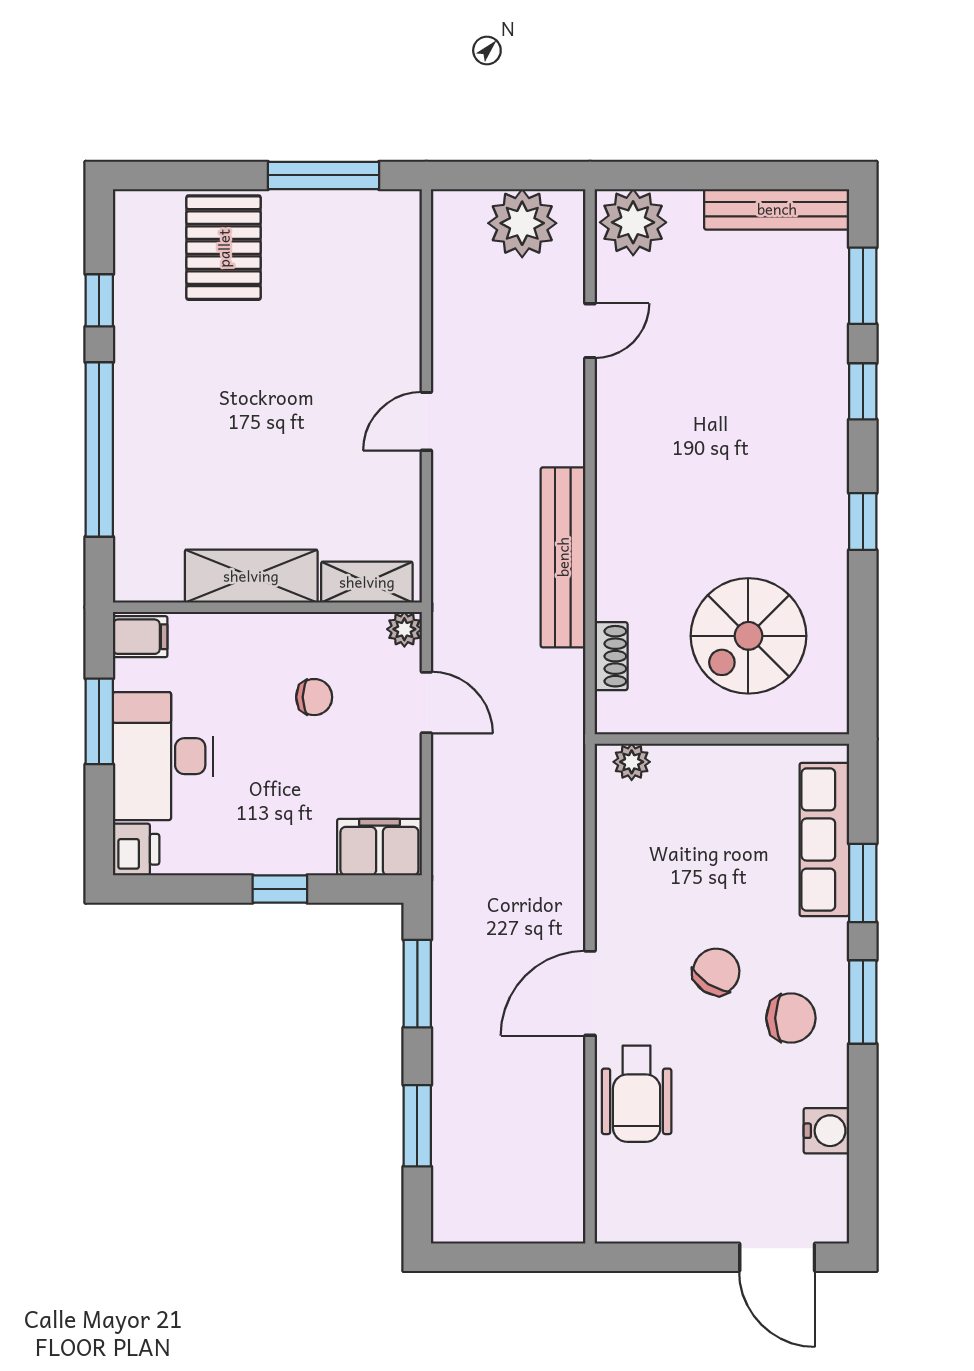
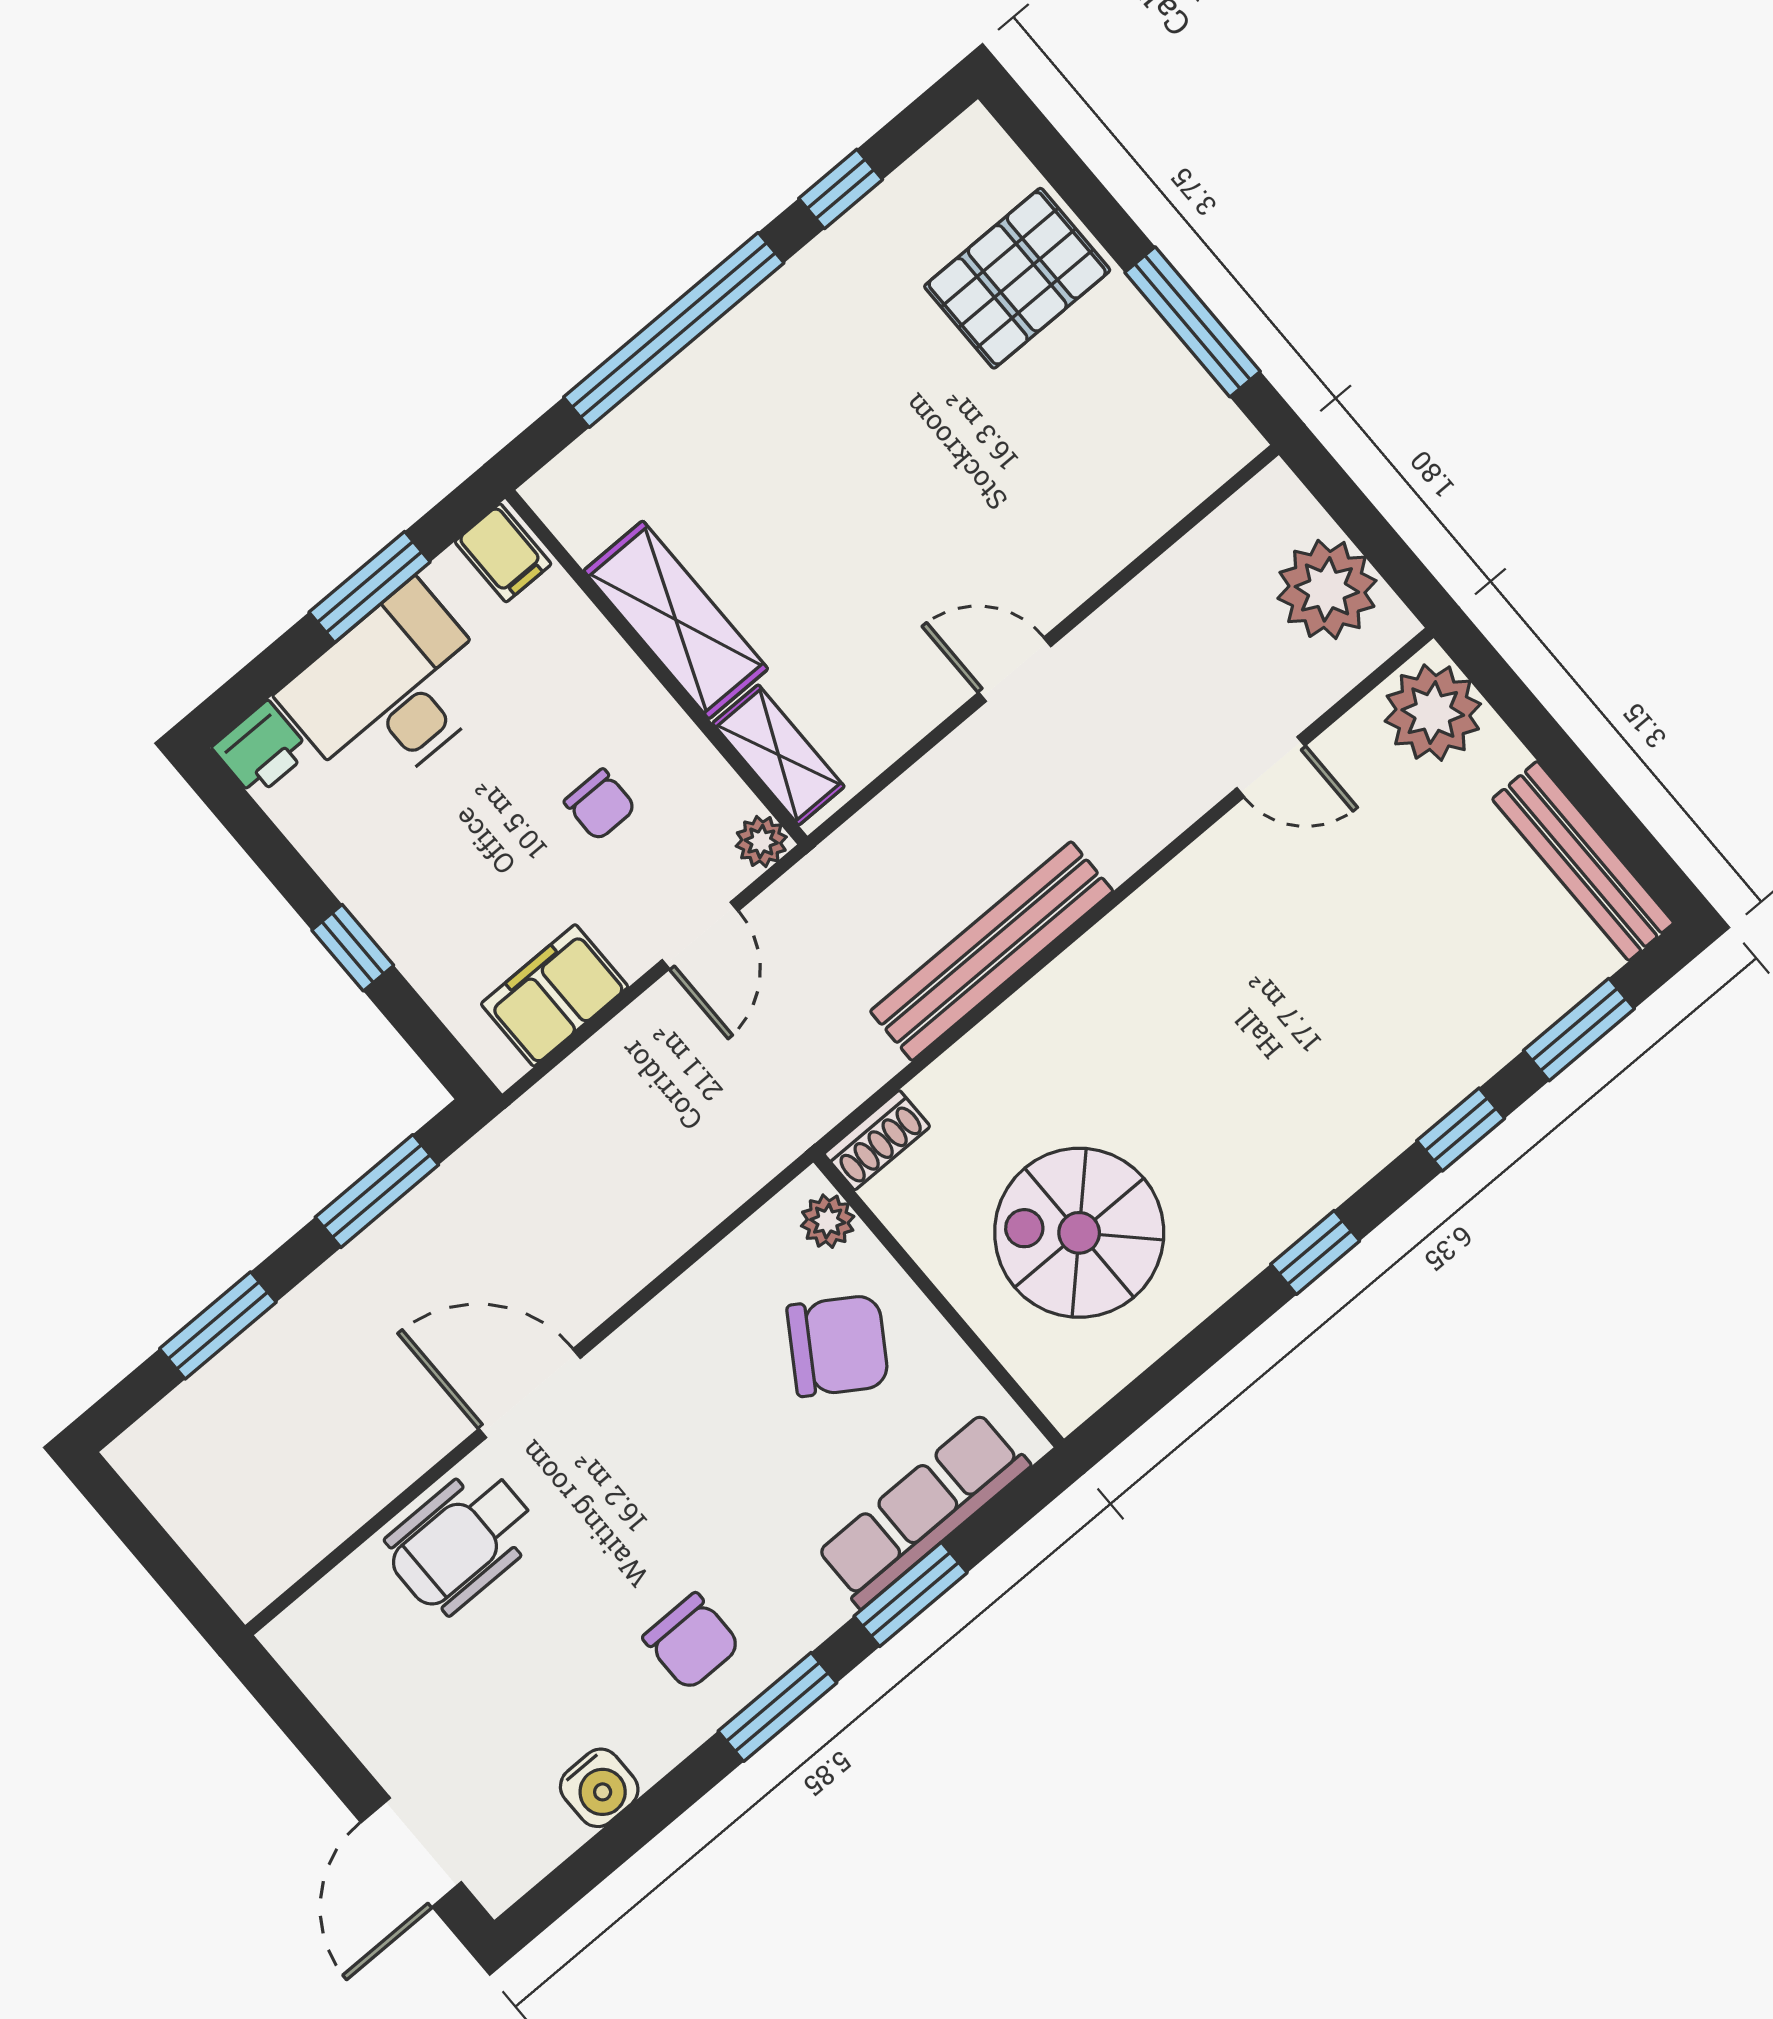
shoe rack: (611, 656) -> (877, 1140), moved
filing cabinet: (379, 847) -> (555, 995), moved, turned -90
chair: (716, 972) -> (838, 1346), moved, width x1.37, depth x1.37

